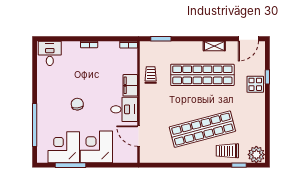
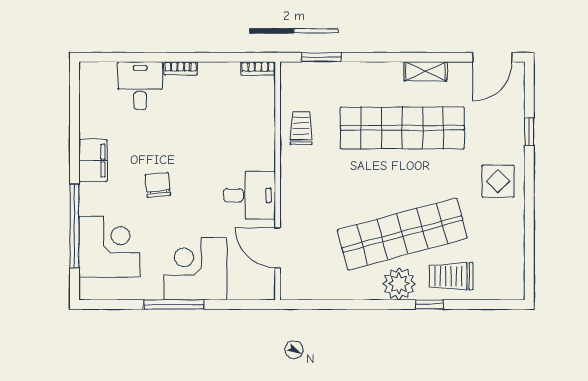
desk: (50, 53) -> (140, 86), moved
display table: (255, 84) -> (498, 181), moved
filing cabinet: (130, 85) -> (93, 161), moved, turned 180
corner desk: (64, 147) -> (109, 247), moved, turned 90
plant: (256, 155) -> (399, 284), moved
window: (71, 165) -> (174, 304), moved
window: (239, 165) -> (429, 304), moved

